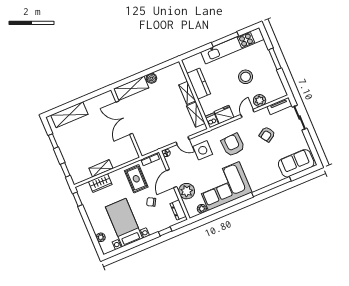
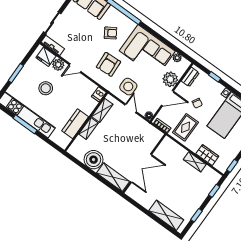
boiler: (151, 78) -> (94, 160), width x1.86, depth x1.86
fridge: (224, 115) -> (46, 57), moved
armchair: (267, 134) -> (111, 33), moved

